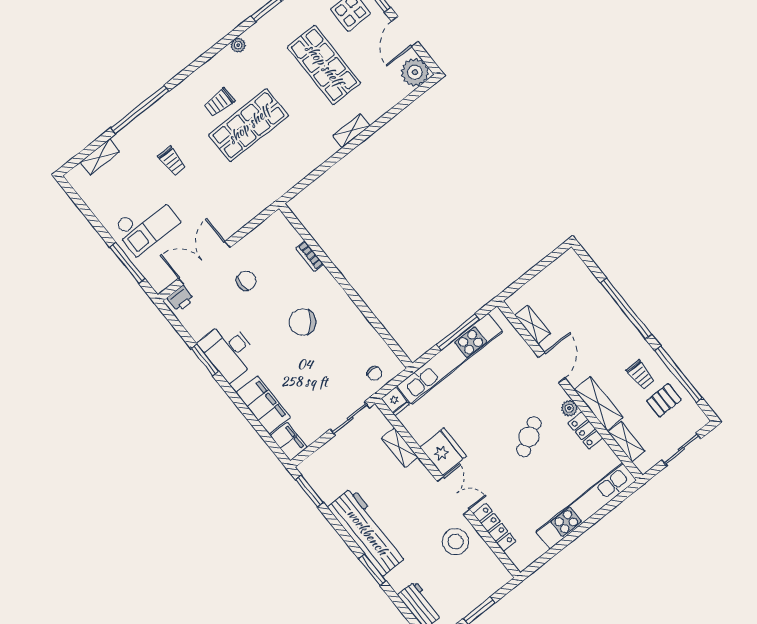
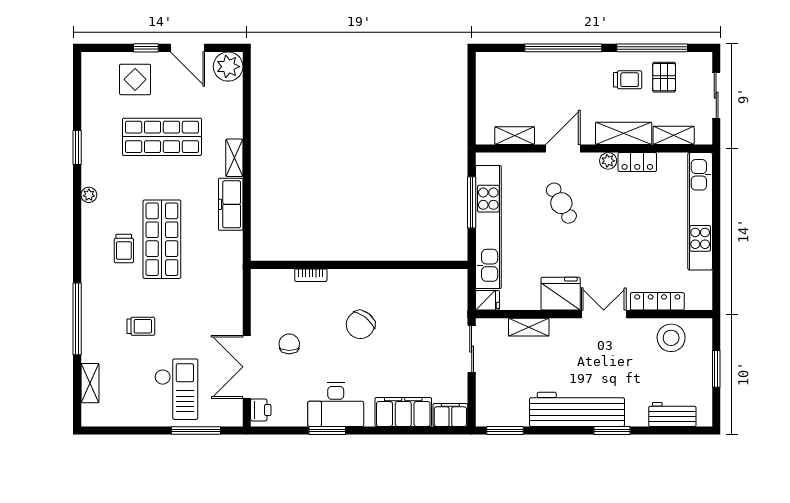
freezer: (315, 155) -> (231, 204), added
door: (552, 368) -> (563, 148), hinge flipped
chair: (374, 373) -> (451, 299), removed
cafe table: (529, 437) -> (561, 203), moved
stool: (456, 542) -> (671, 338), moved

